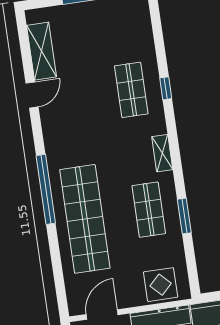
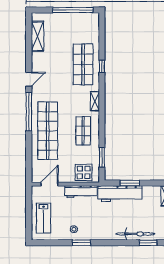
shop shelf: (131, 90) -> (83, 64), width x1.43, depth x1.36
door: (32, 95) -> (29, 79), moved
window: (184, 216) -> (102, 157), moved

